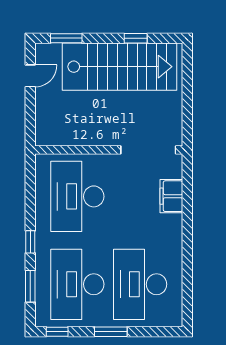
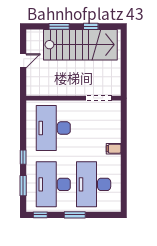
window: (66, 38) -> (59, 26), moved
door: (30, 76) -> (23, 61), moved
doorway: (148, 150) -> (99, 98), width x0.73
filing cabinet: (171, 196) -> (114, 149), moved, width x0.50

